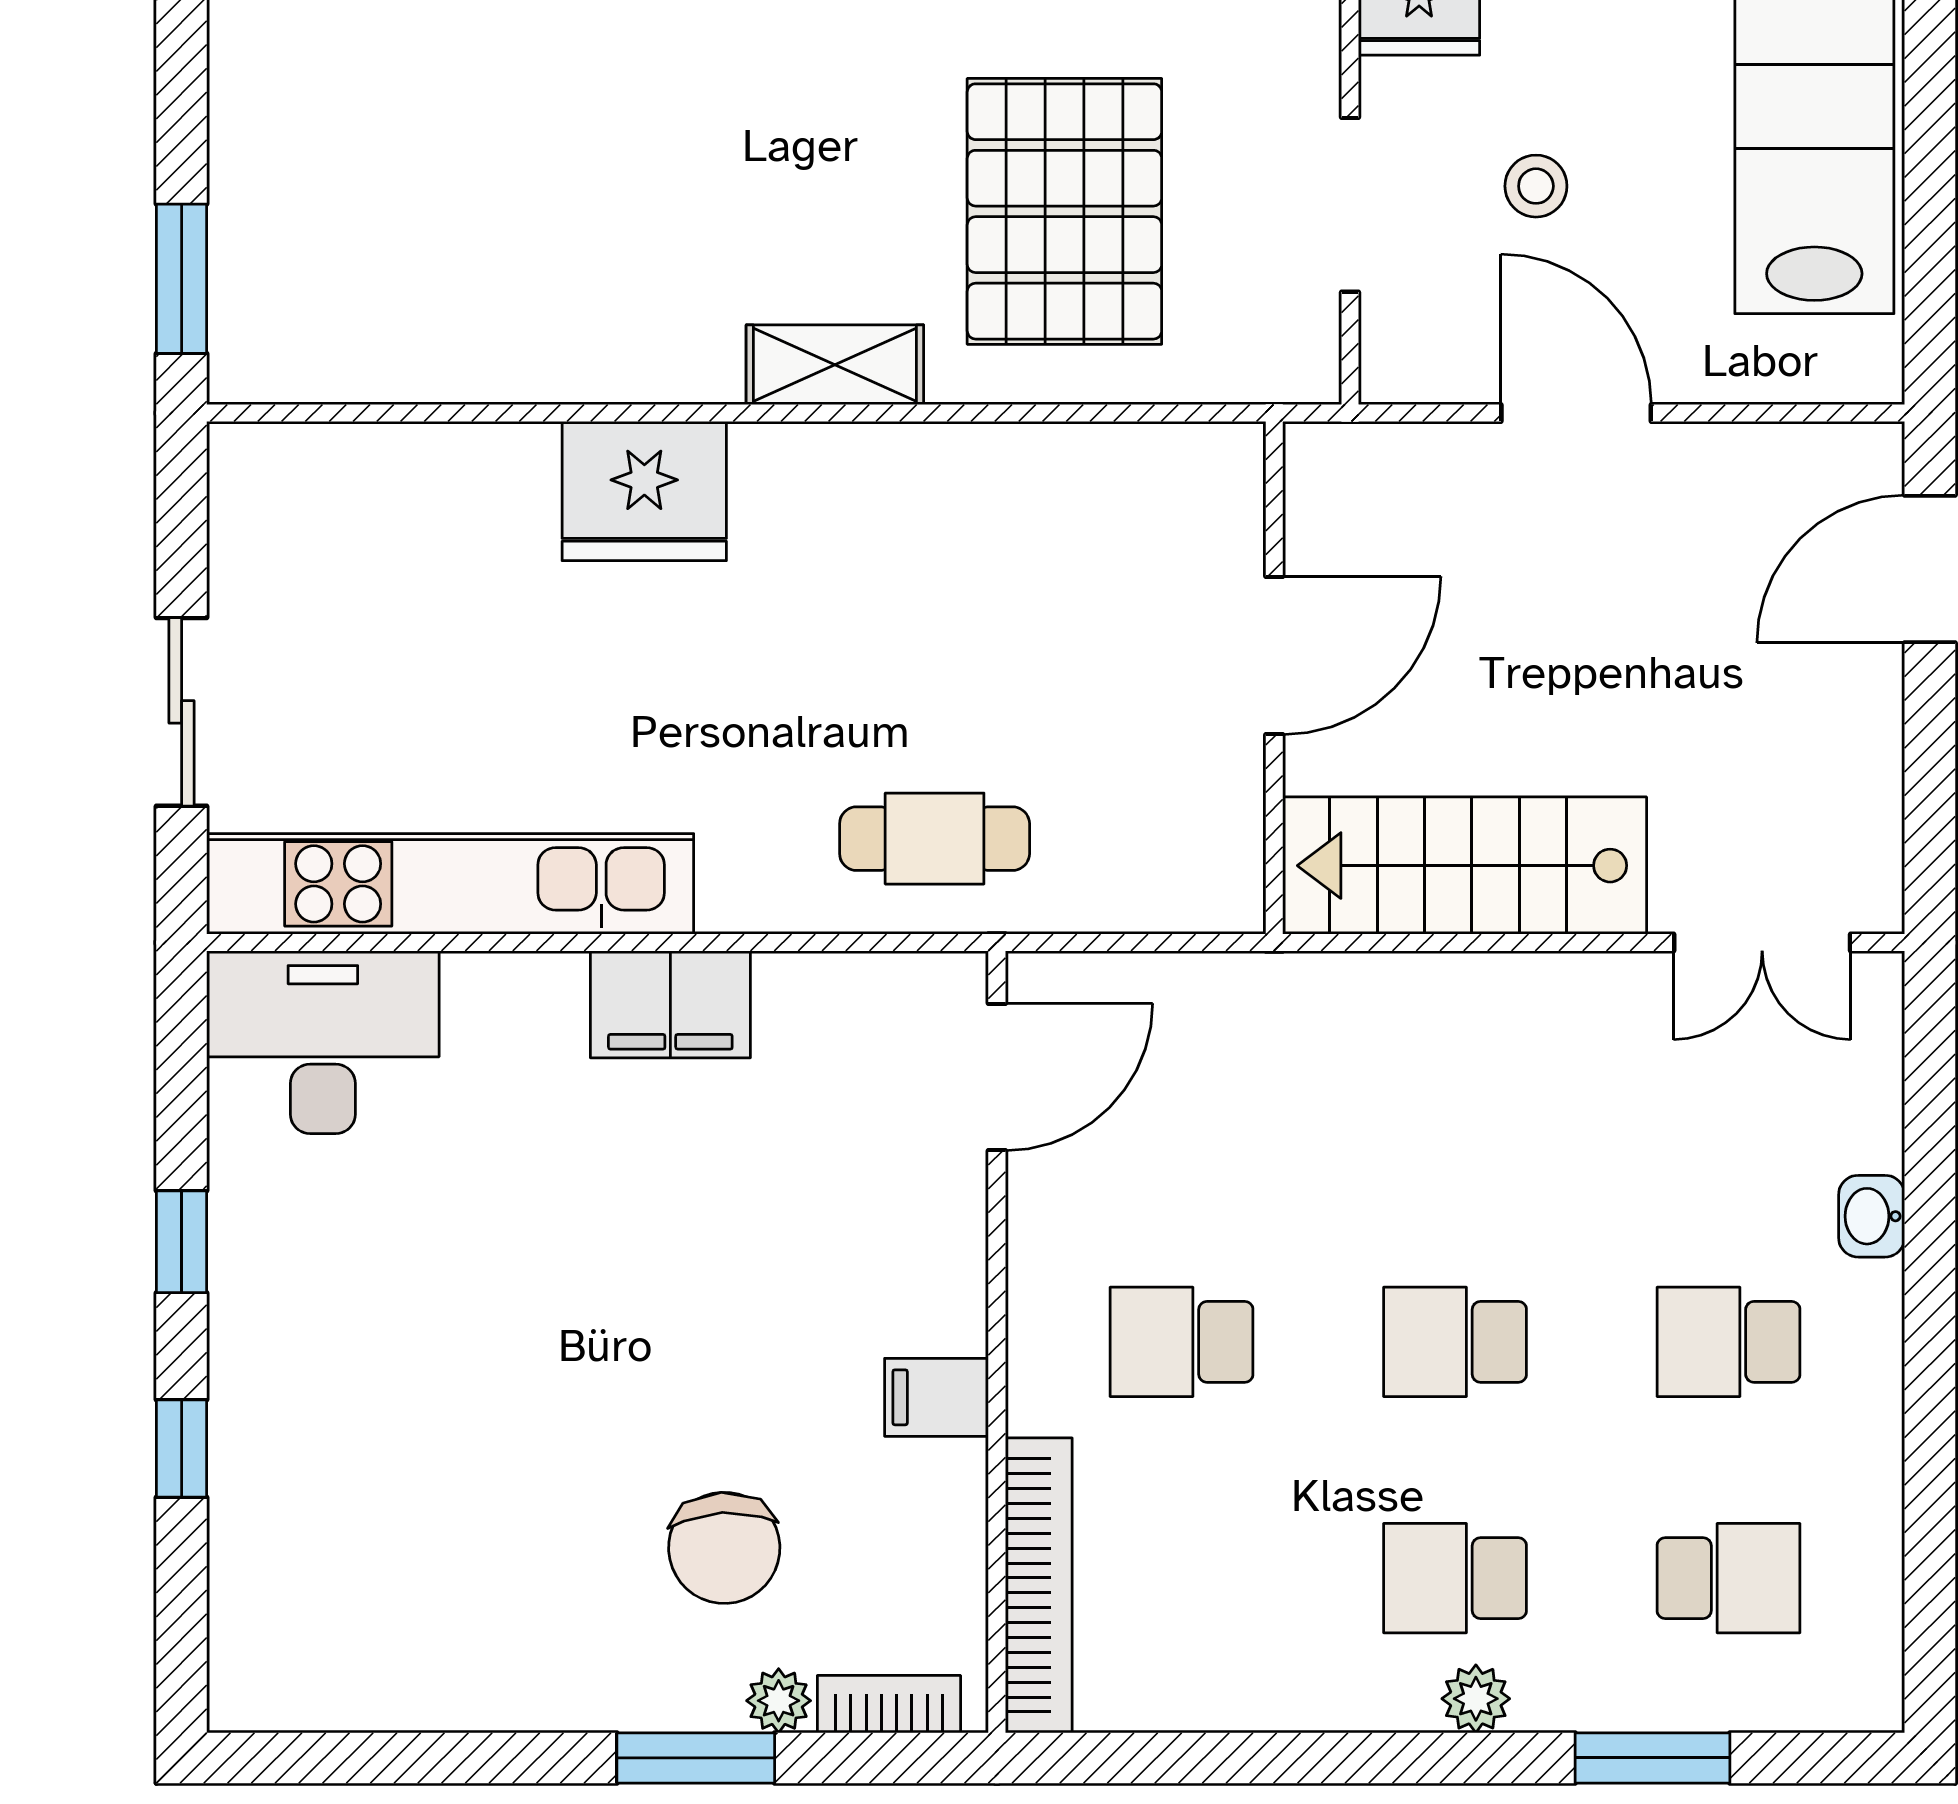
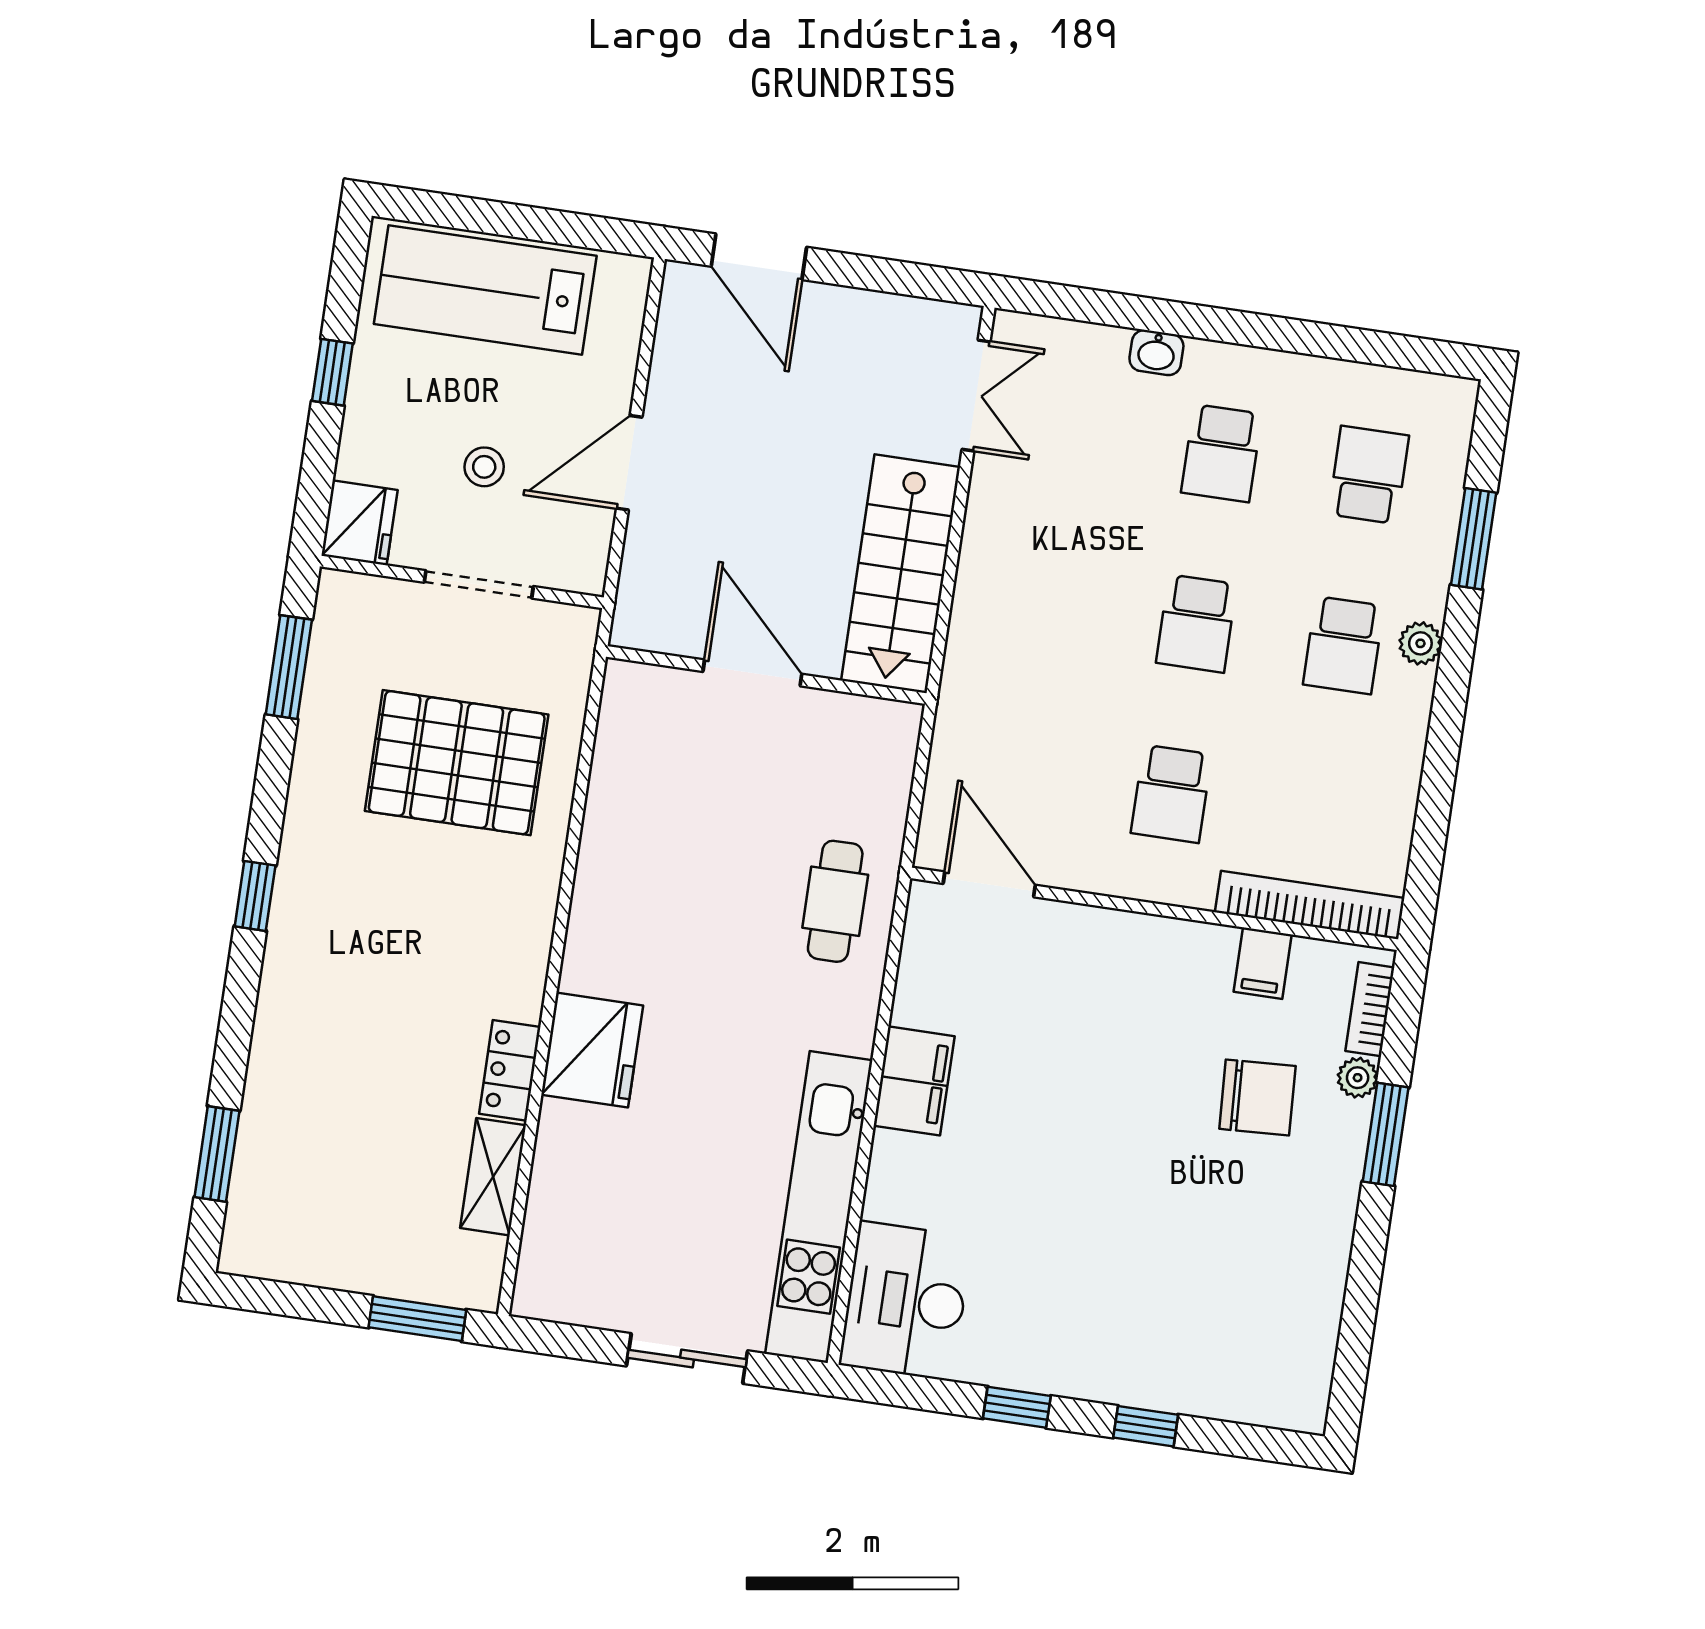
shelving: (835, 365) -> (493, 1177), moved
locker: (593, 366) -> (510, 1070), added
filing cabinet: (936, 1397) -> (1263, 963), moved

